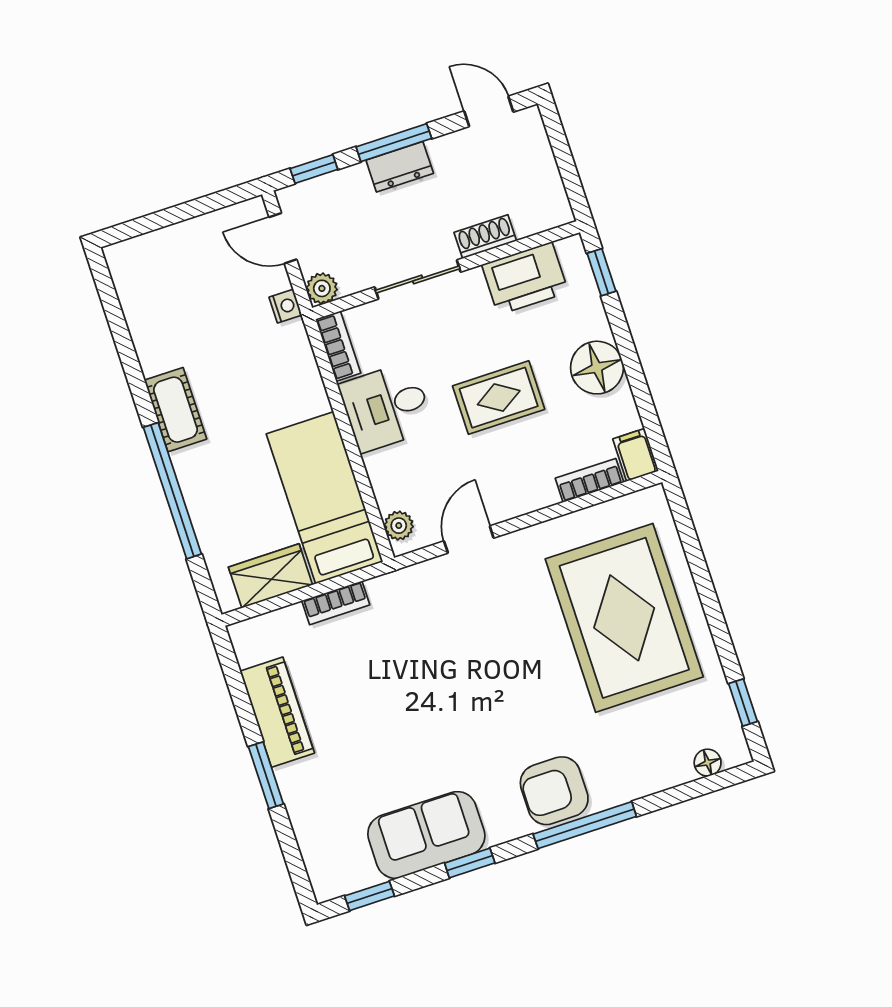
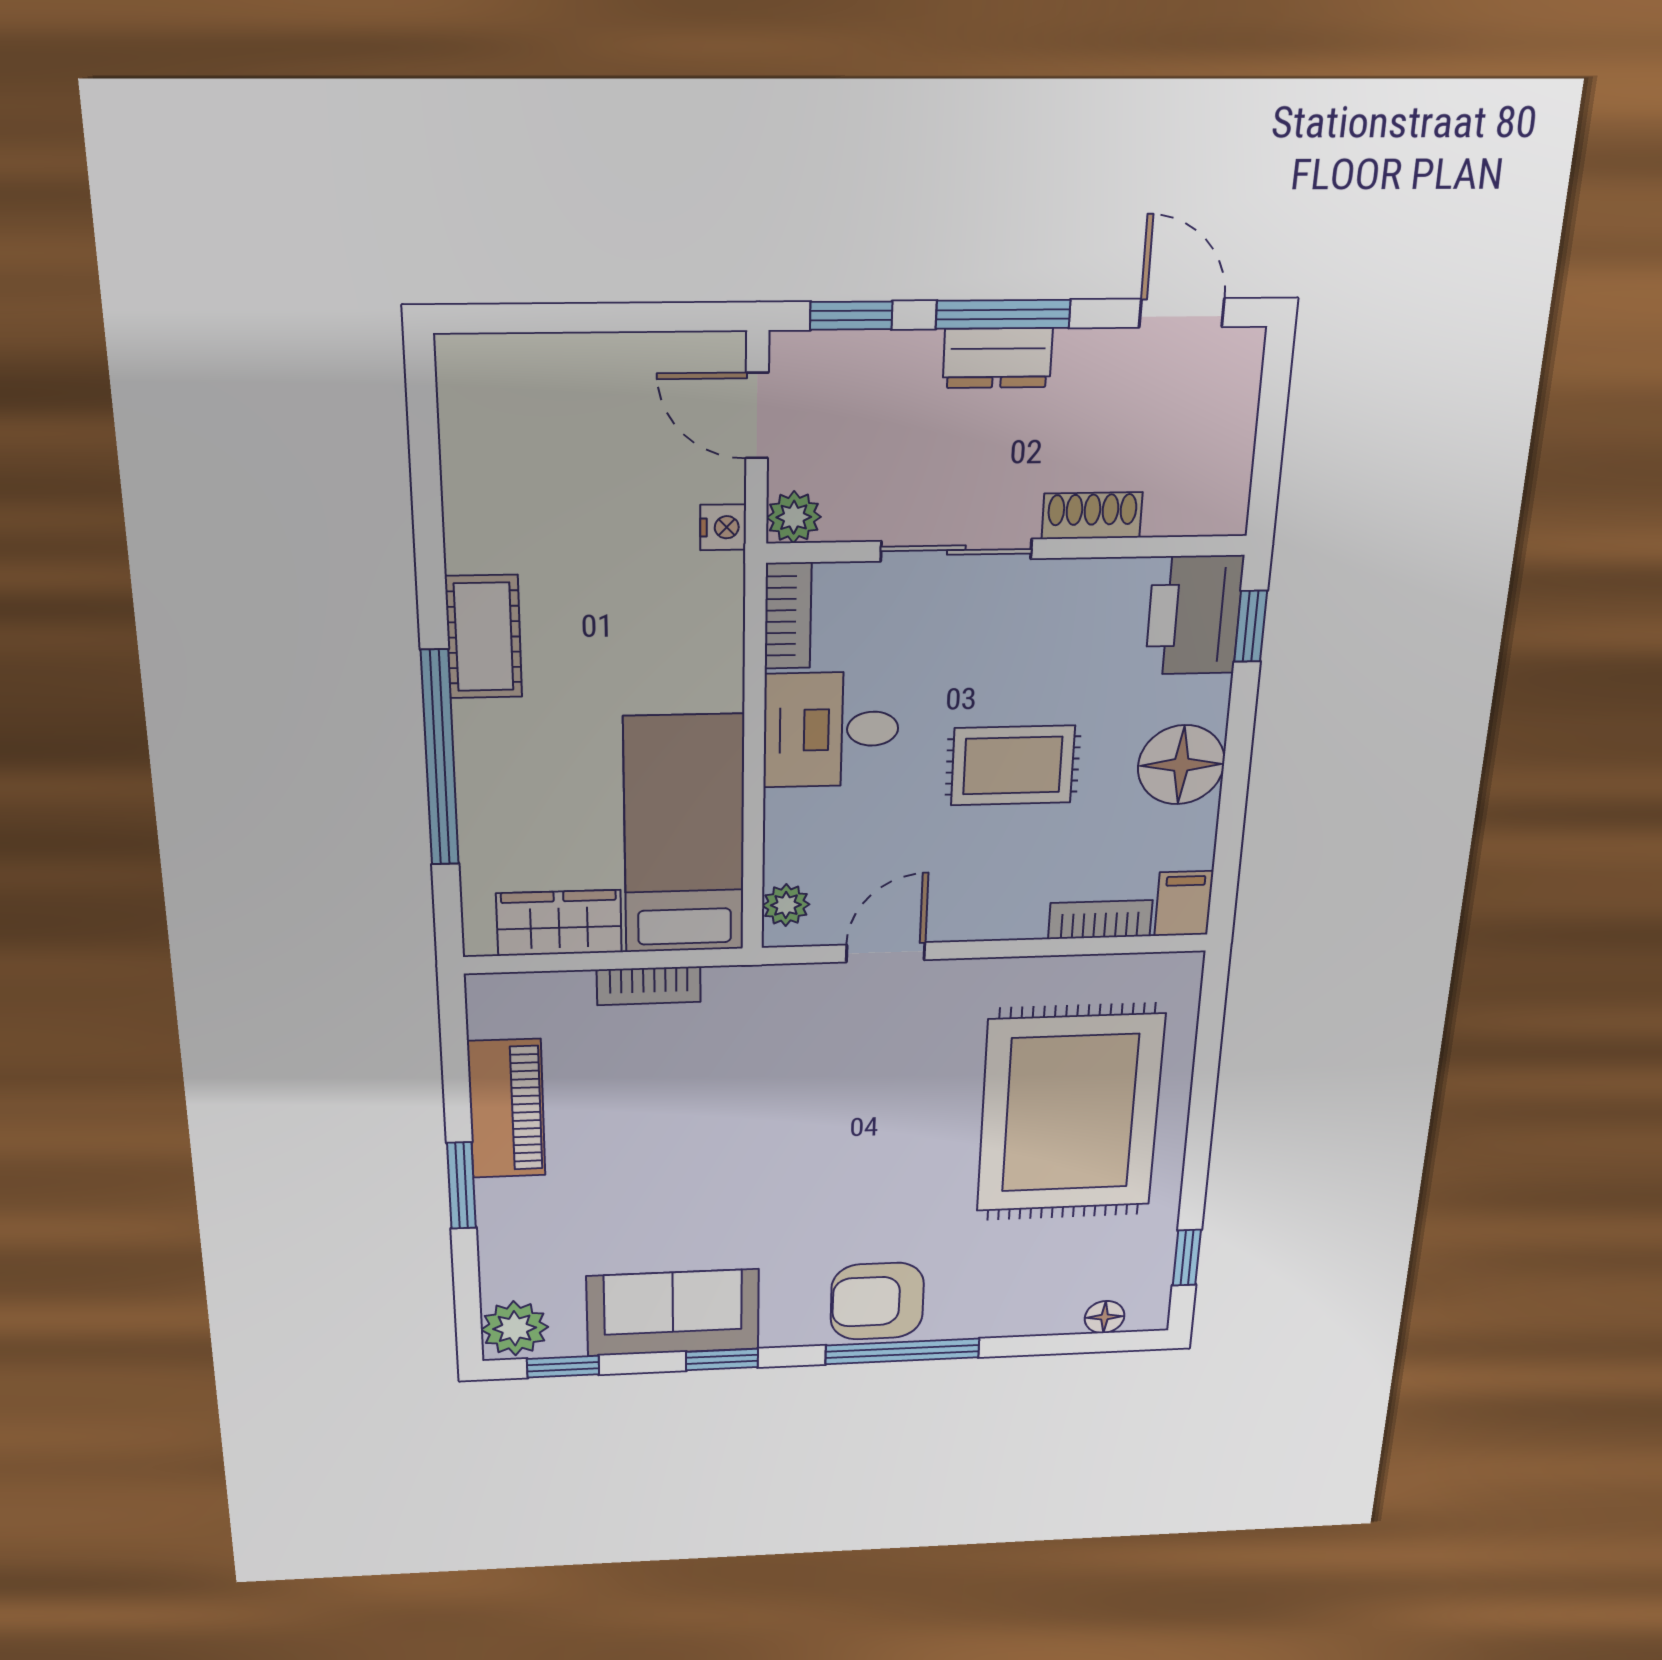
printer: (525, 278) -> (1194, 615), moved, turned 90
plant: (330, 874) -> (515, 1328), added

